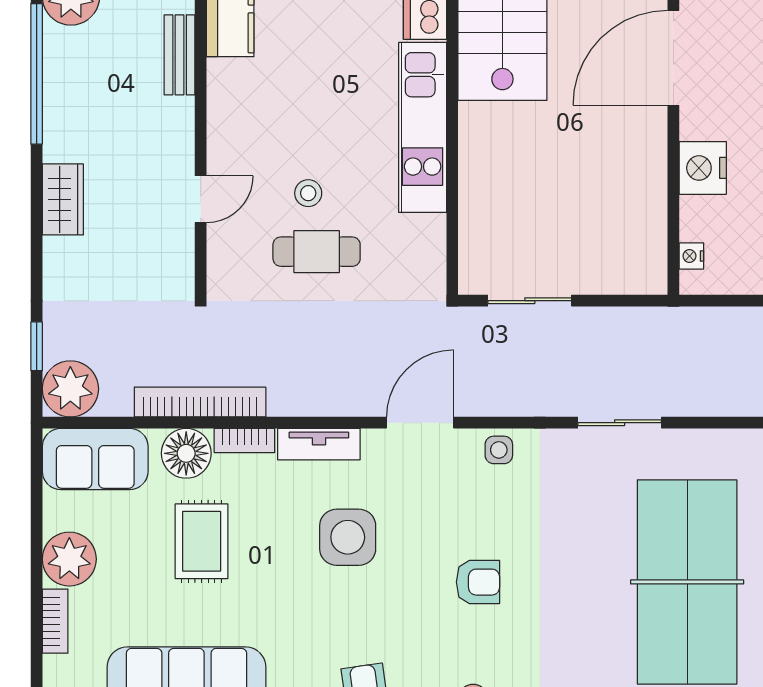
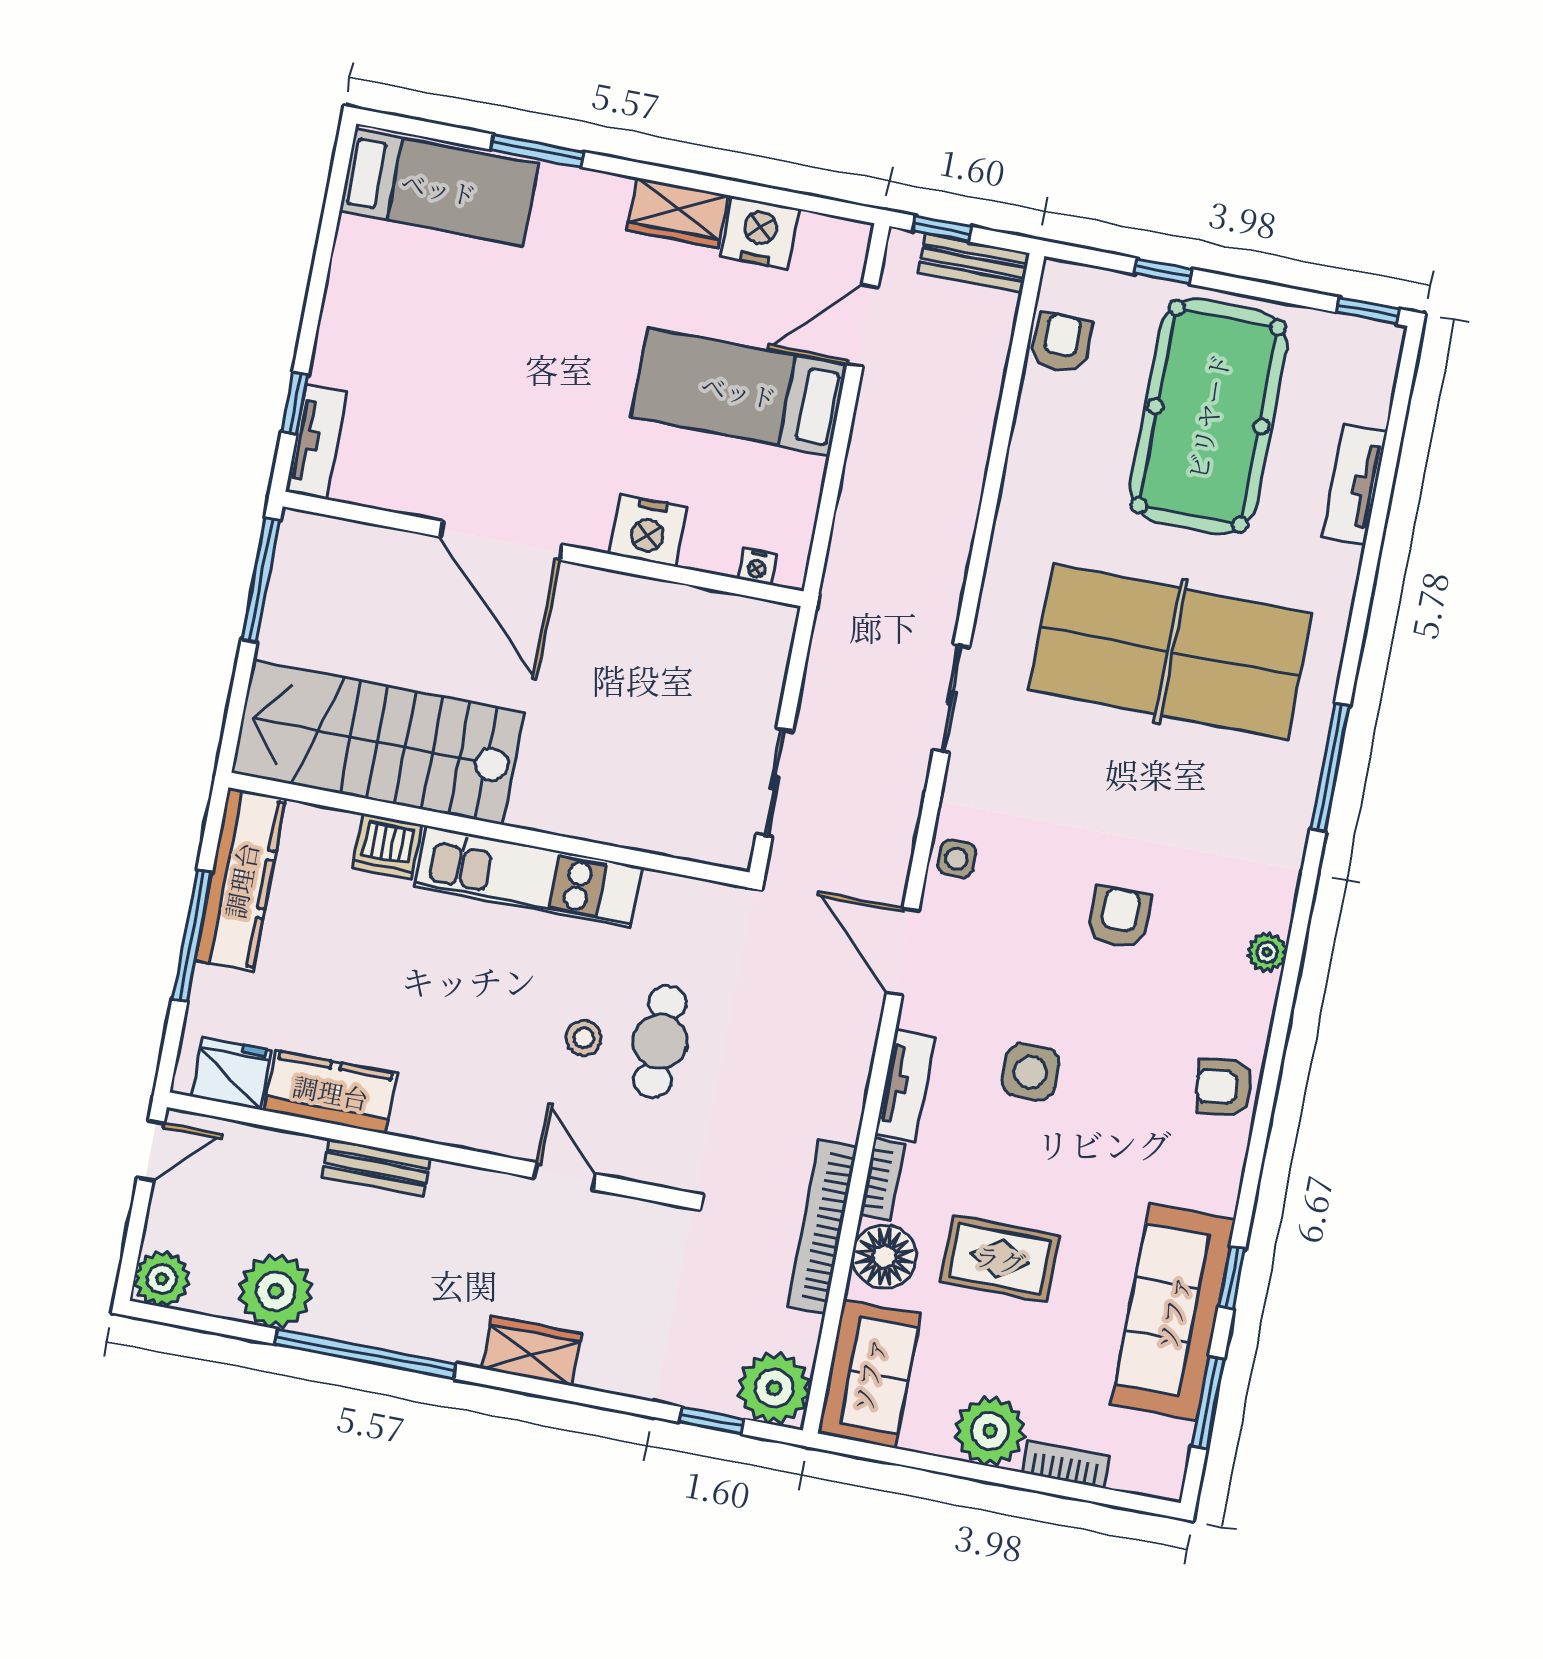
side table: (348, 537) -> (1030, 1072), width x0.73, depth x0.73

